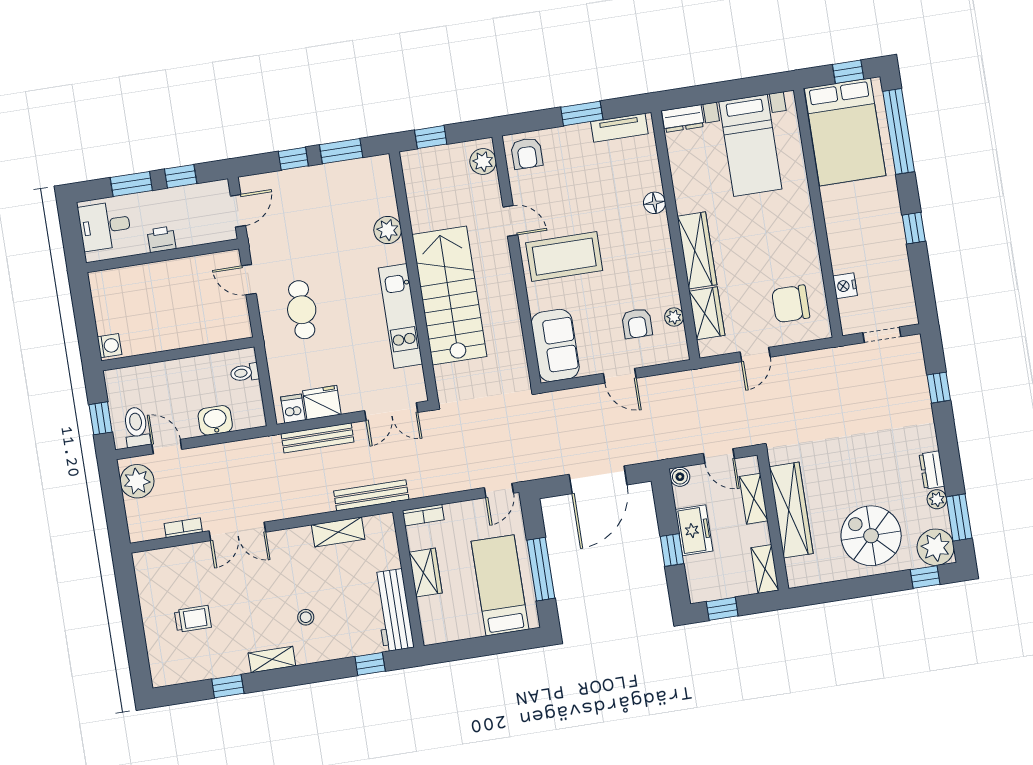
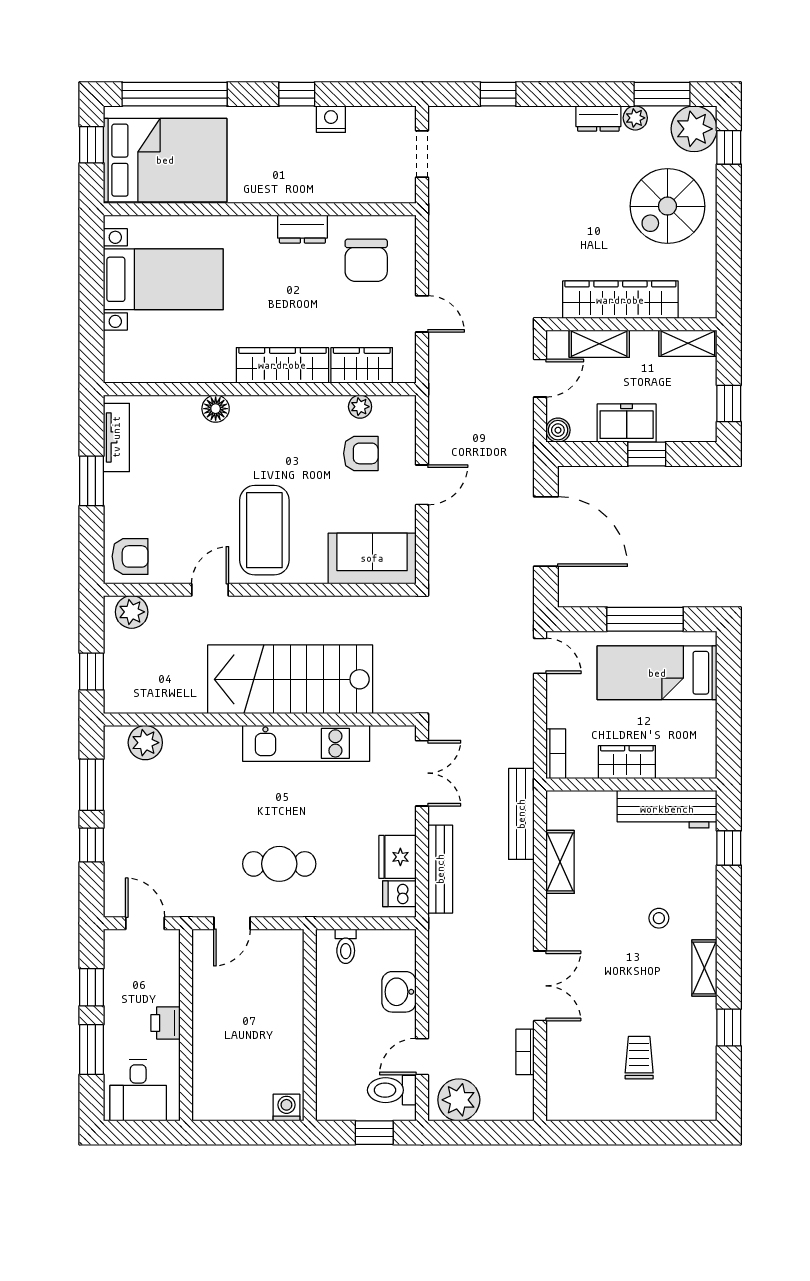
dresser: (683, 119) -> (302, 229), moved, turned 90
plant: (388, 230) -> (145, 743), moved
nightstand: (845, 286) -> (331, 119), moved, turned 180

